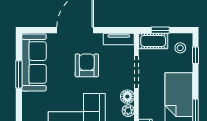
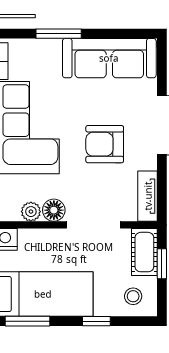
window: (196, 55) -> (96, 321), moved
armchair: (87, 65) -> (105, 144), turned 180
window: (19, 74) -> (59, 34), moved

